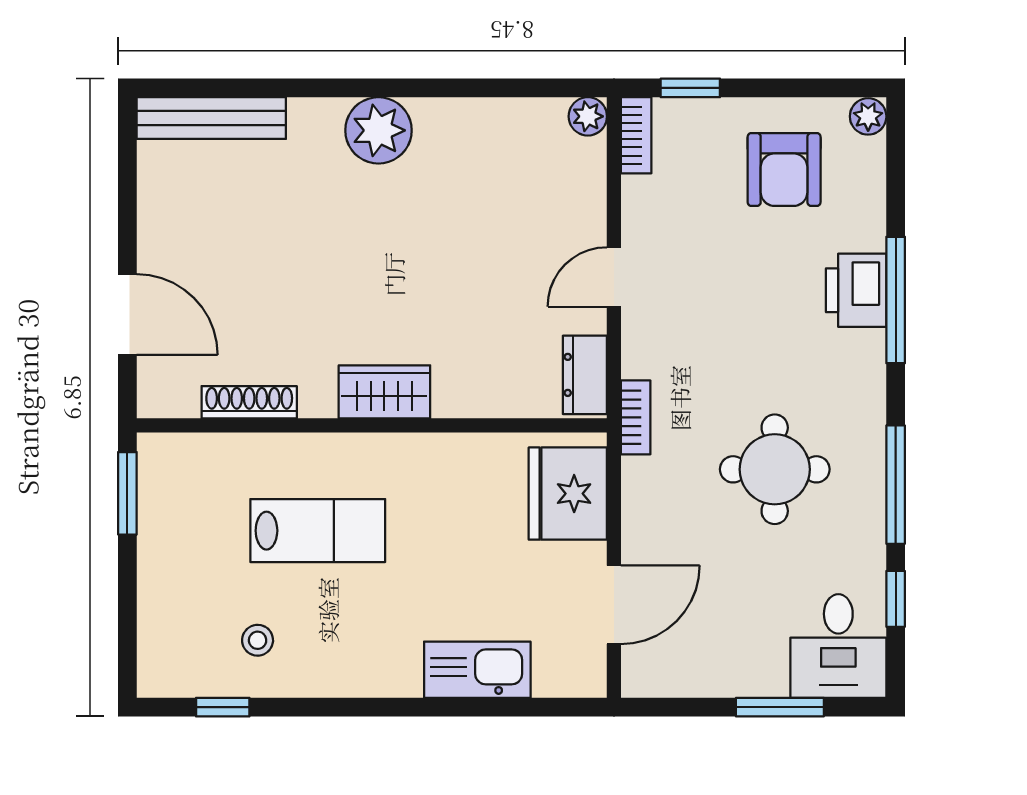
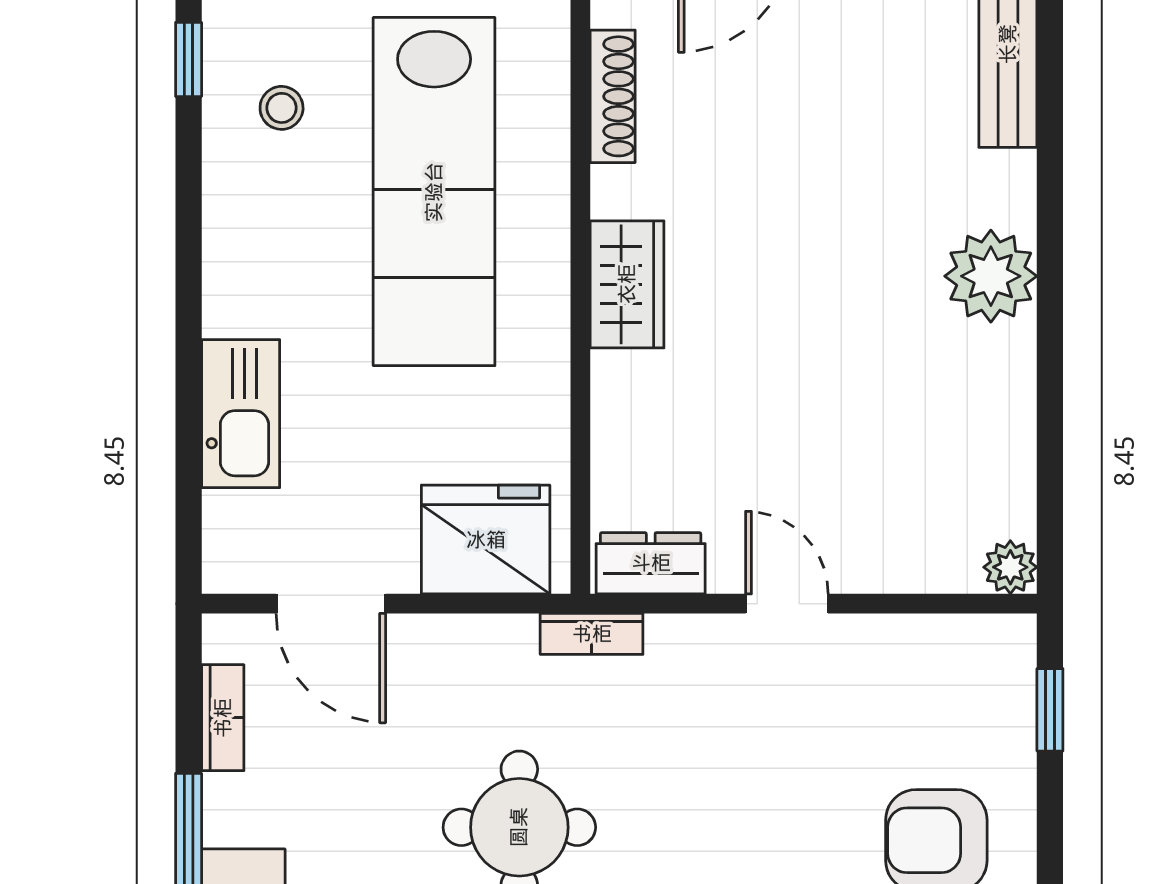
bookcase: (636, 135) -> (223, 718), moved, turned -90
lab bench: (318, 531) -> (434, 192), width x1.86, depth x1.39

